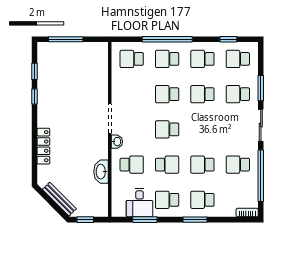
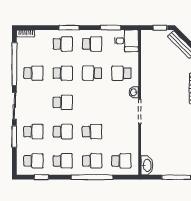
school desk: (167, 129) -> (63, 102), moved
washbasin: (101, 172) -> (147, 165), moved
desk: (139, 203) -> (126, 41), moved, turned 90

